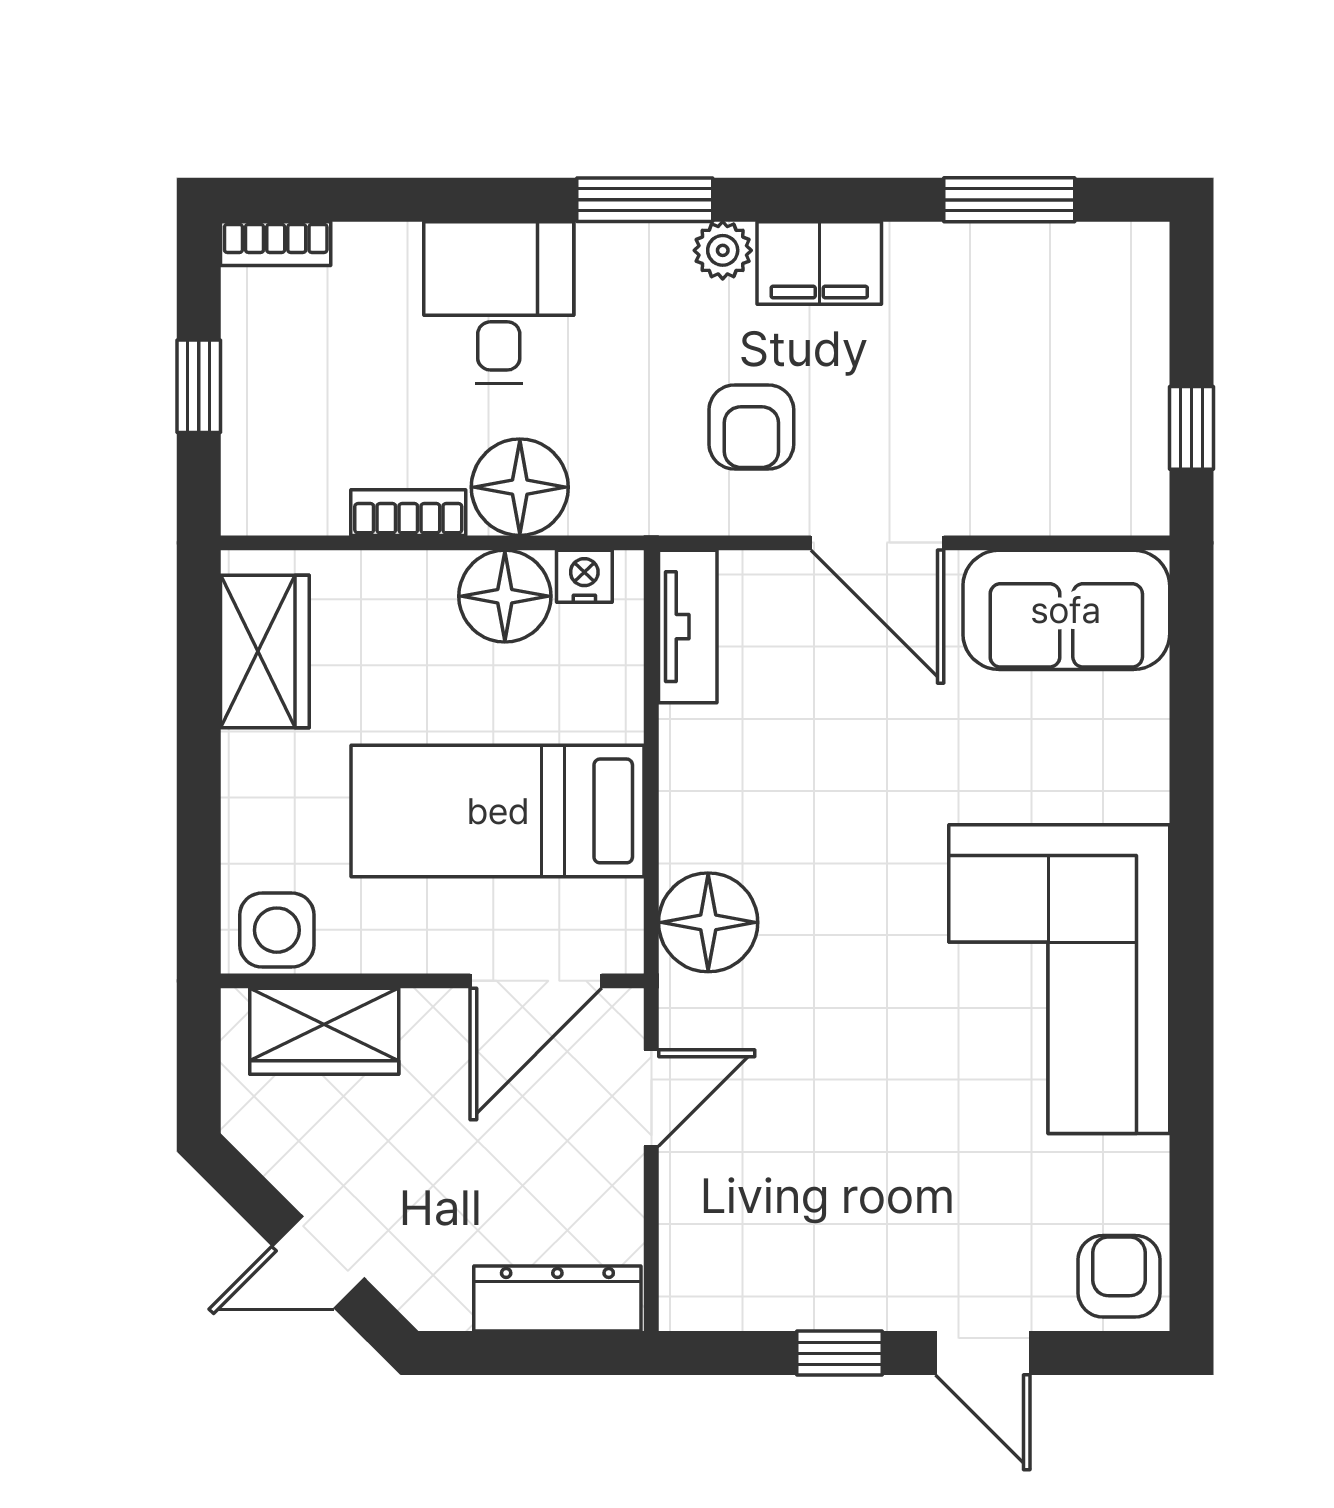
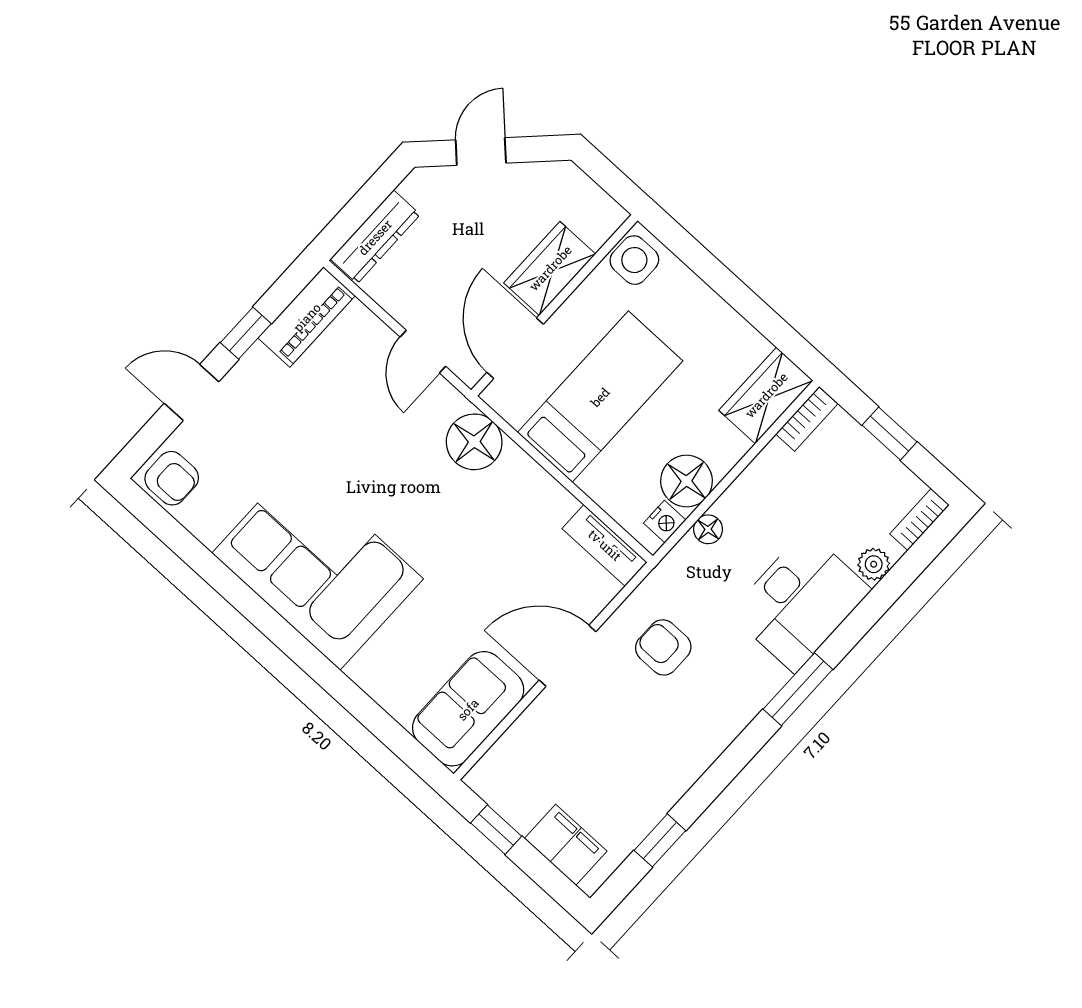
window: (1009, 200) -> (660, 840), width x0.67
plant: (723, 250) -> (874, 564), moved
filing cabinet: (819, 263) -> (566, 845), moved, turned 90
desk: (499, 302) -> (800, 601), width x1.37
floor lamp: (520, 487) -> (708, 529), width x0.53, depth x0.53
bookcase: (408, 513) -> (807, 419), moved
wardrobe: (265, 651) -> (766, 395), moved, turned 90
wardrobe: (324, 1031) -> (550, 268), moved
piano: (745, 1293) -> (307, 317), added

